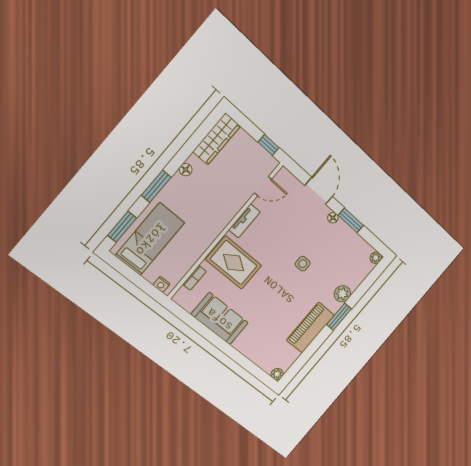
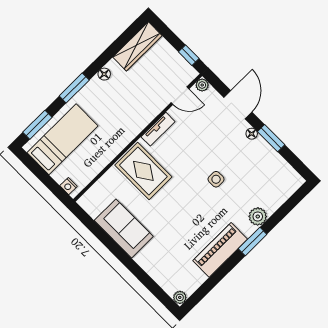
plant: (376, 258) -> (202, 85), moved
bookcase: (194, 278) -> (102, 183), removed

